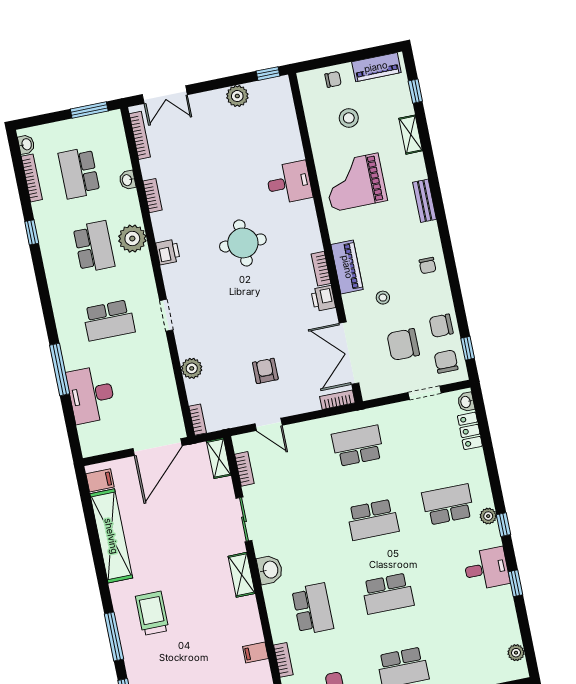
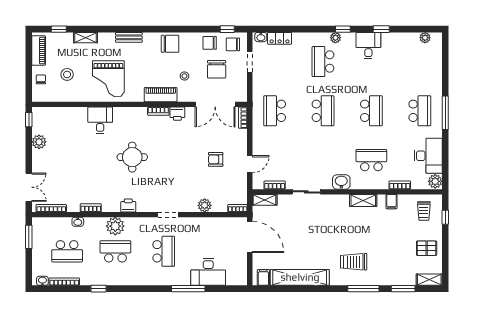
chair: (428, 266) -> (170, 44), width x1.87, depth x1.87
chair: (441, 326) -> (210, 43), turned 90
shelving: (242, 575) -> (363, 200), moved

